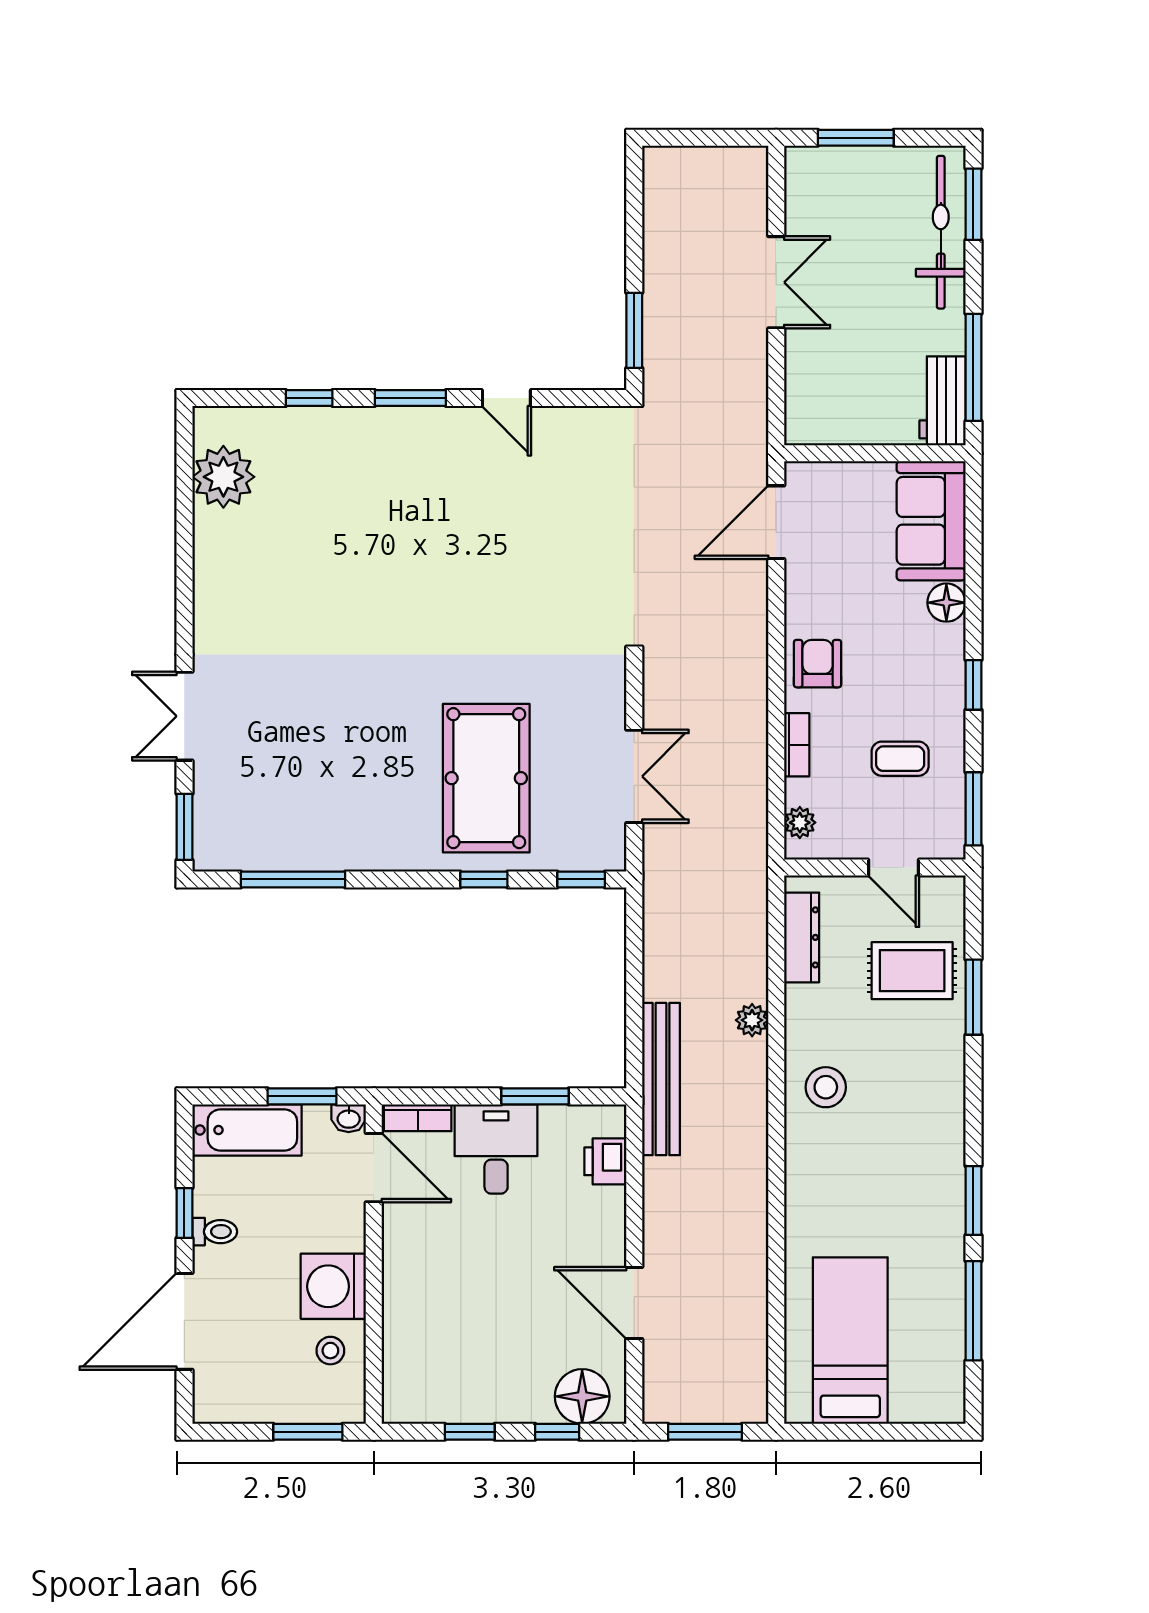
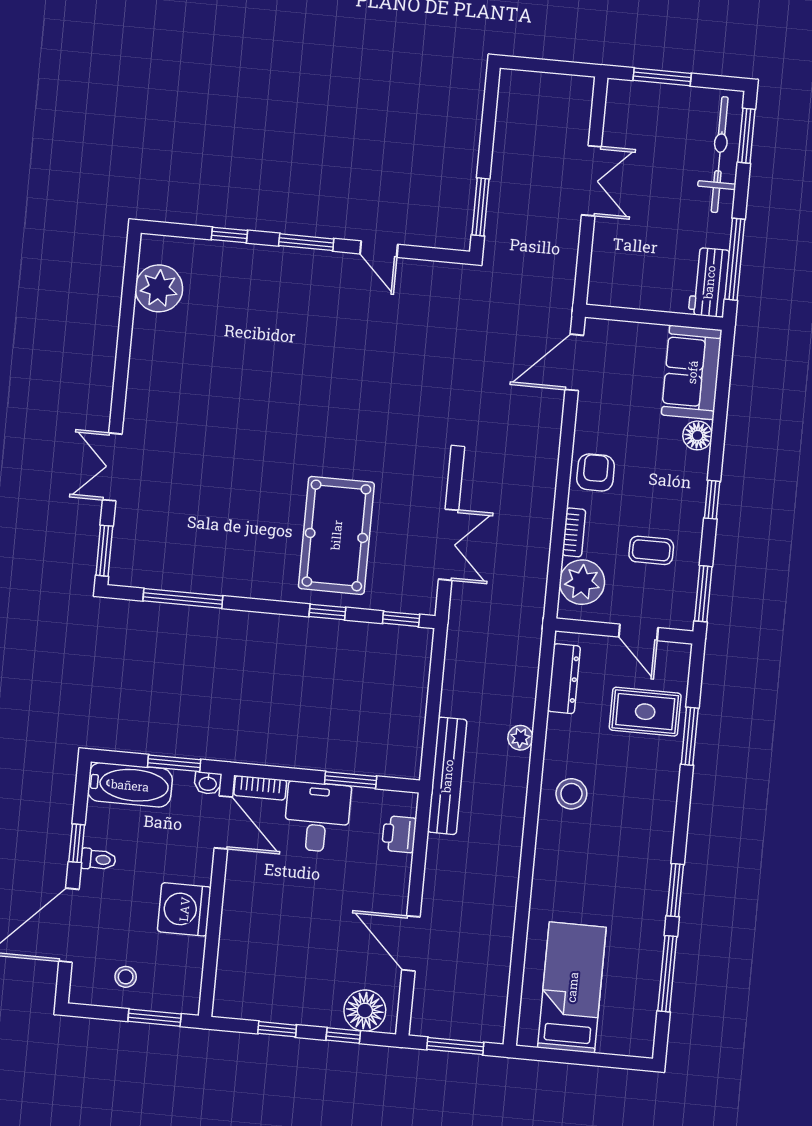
plant: (800, 823) -> (582, 582), width x1.88, depth x1.88
stool: (330, 1351) -> (126, 977), moved

